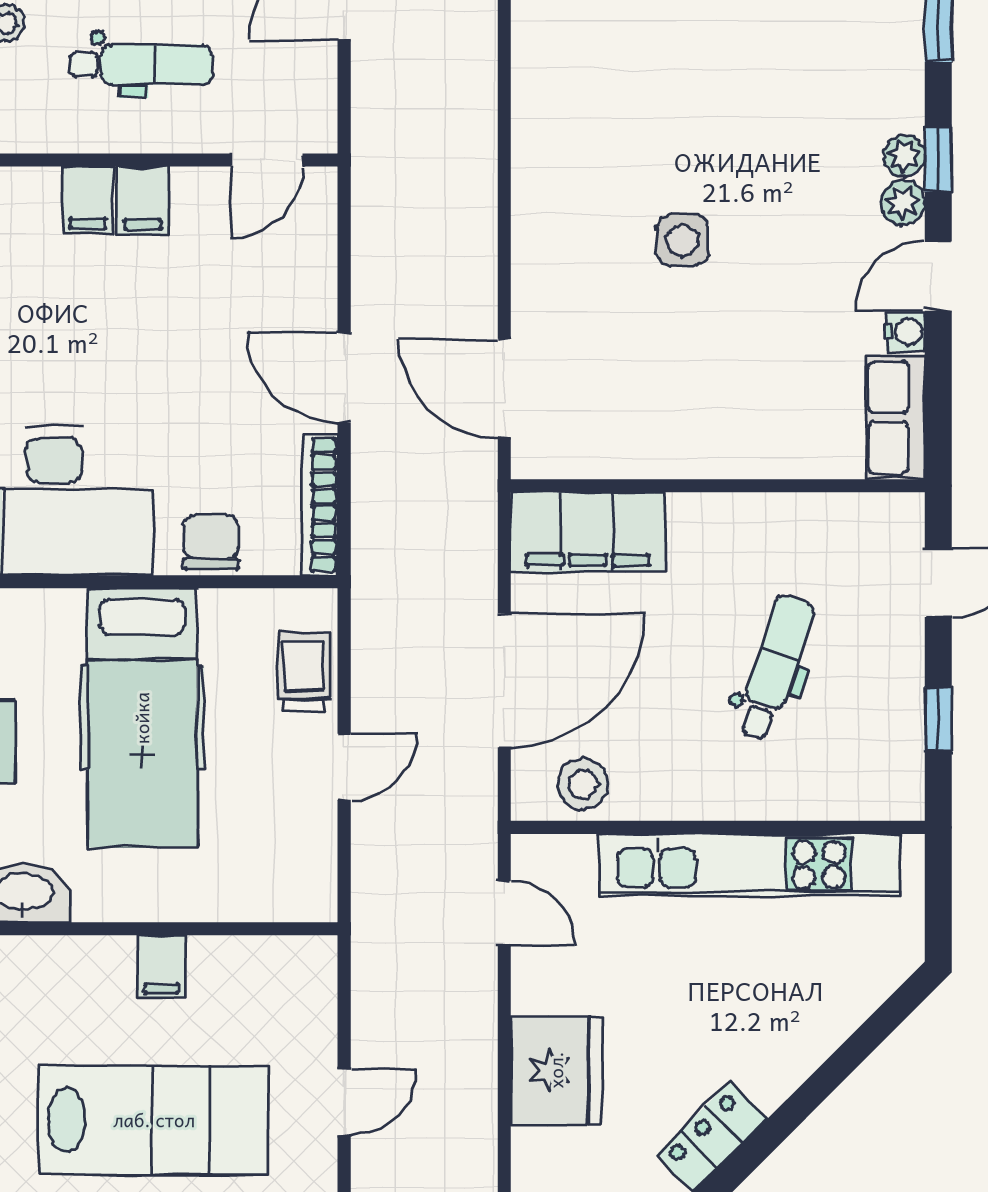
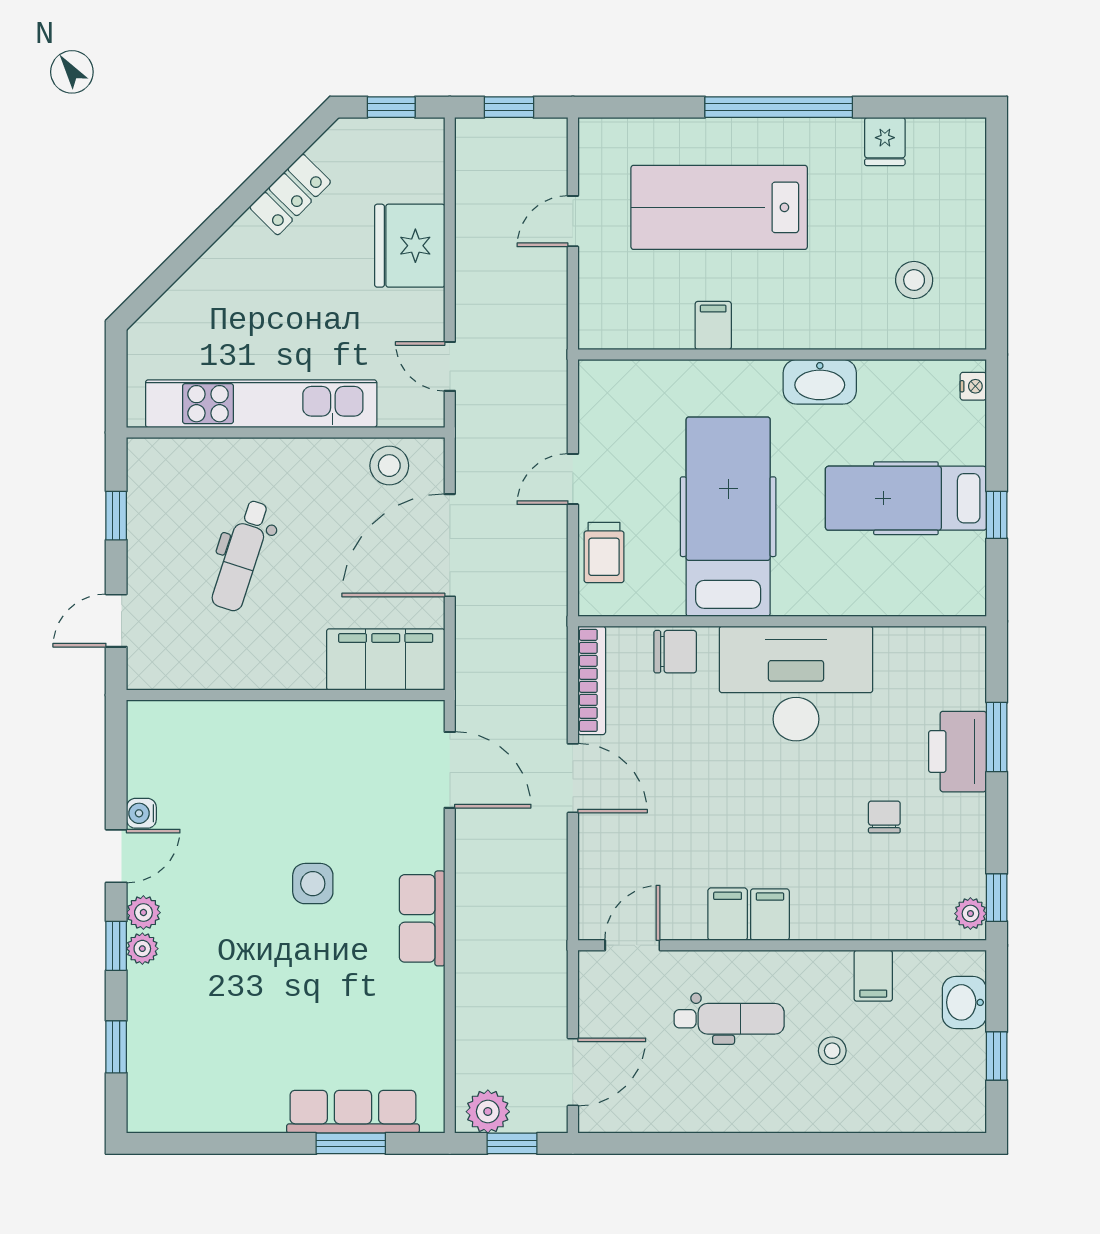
dental chair: (141, 64) -> (729, 1019), turned 180
row of seats: (895, 417) -> (422, 918), moved, turned 180
chair: (211, 542) -> (675, 652), turned -90

